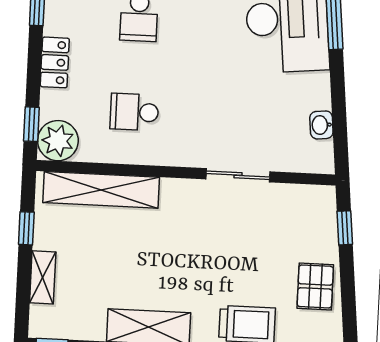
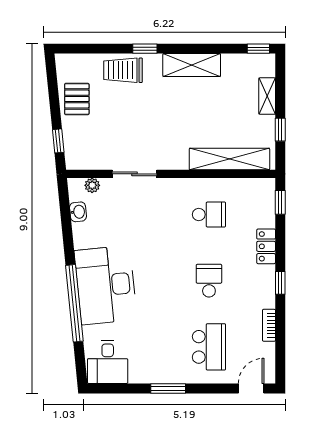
plant: (58, 141) -> (92, 185), moved, width x0.53, depth x0.53

